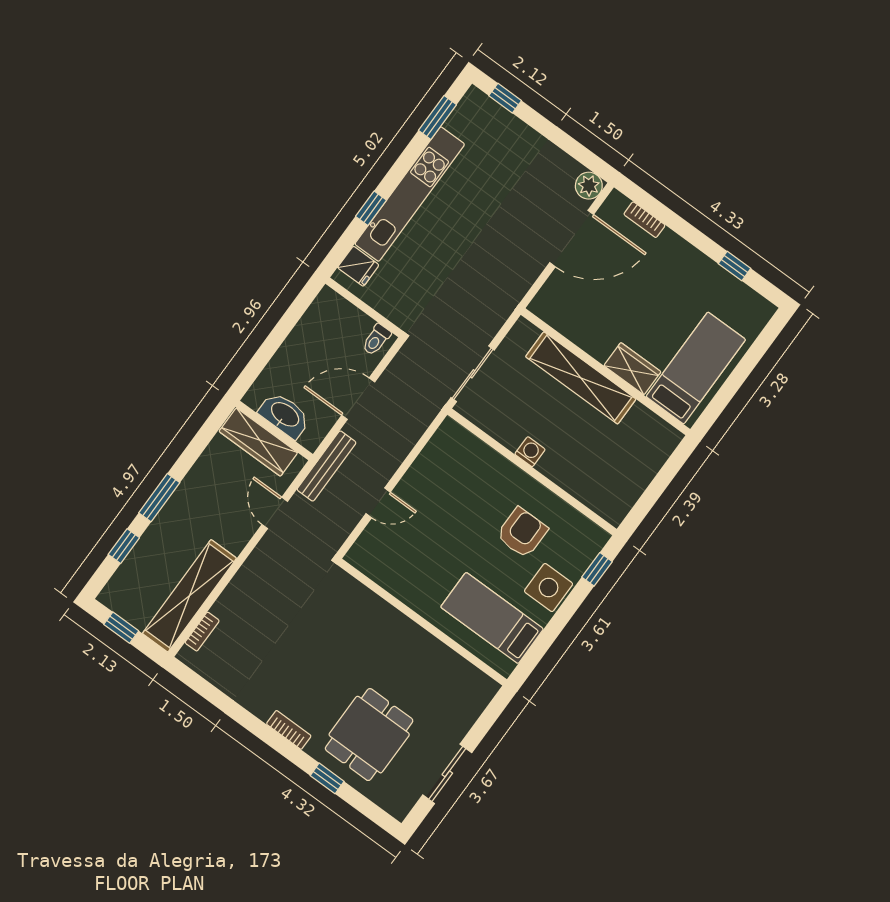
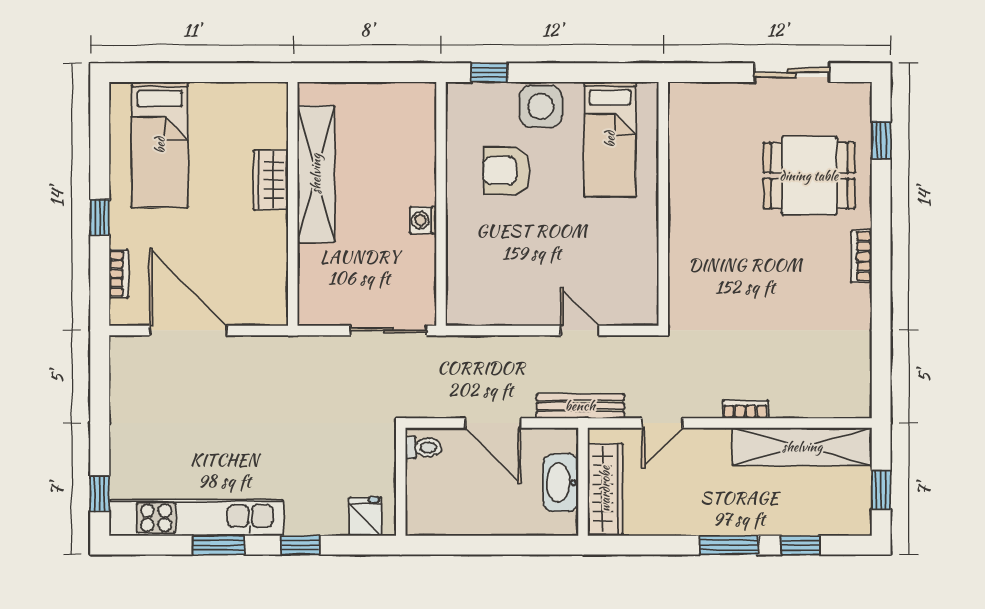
window: (437, 118) -> (218, 545), moved
plant: (589, 186) -> (125, 351), removed
kitchen unit: (410, 194) -> (196, 518), moved
window: (735, 266) -> (100, 217), moved
bed: (696, 368) -> (160, 145), moved, turned -90
shelving: (581, 378) -> (316, 174), moved
bookcase: (202, 632) -> (745, 409), moved
window: (327, 778) -> (881, 140), moved

